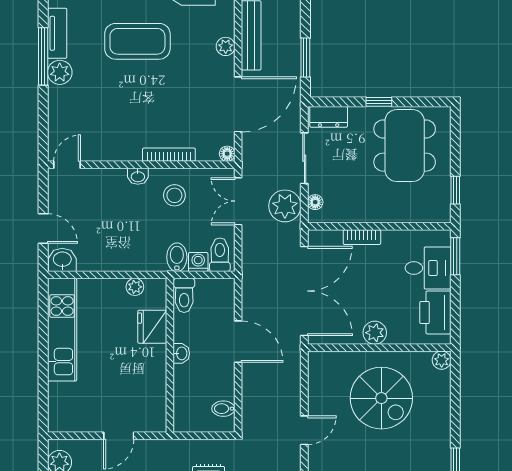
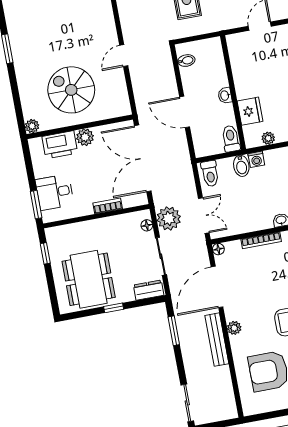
stool: (174, 195) -> (252, 211), removed
washing machine: (198, 262) -> (256, 159), moved
printer: (435, 312) -> (60, 145), moved, turned 90

